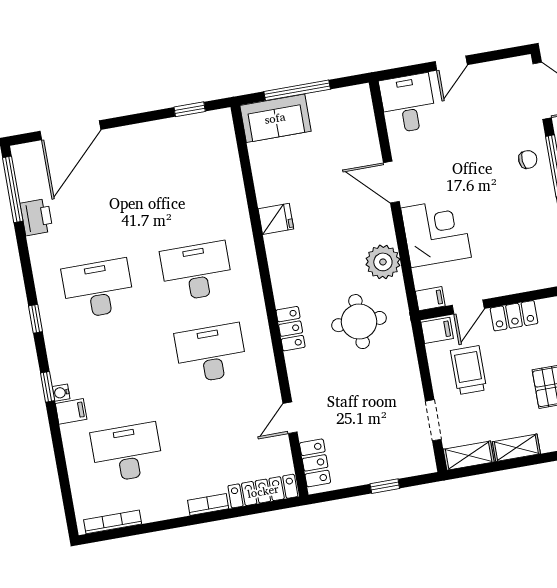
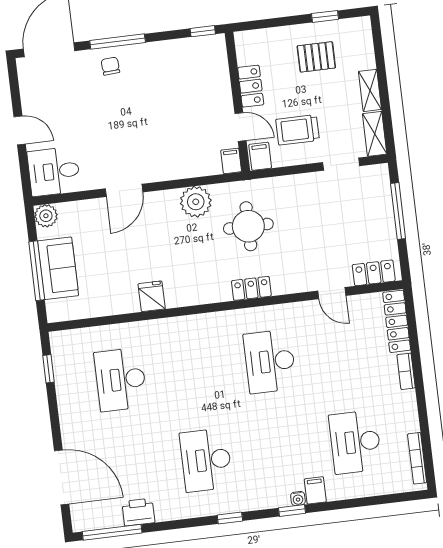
plant: (359, 97) -> (46, 216), added
sofa: (275, 118) -> (58, 268), moved
corner desk: (436, 233) -> (172, 152), removed
desk: (196, 271) -> (121, 380), moved
window: (385, 486) -> (398, 211), width x2.17

